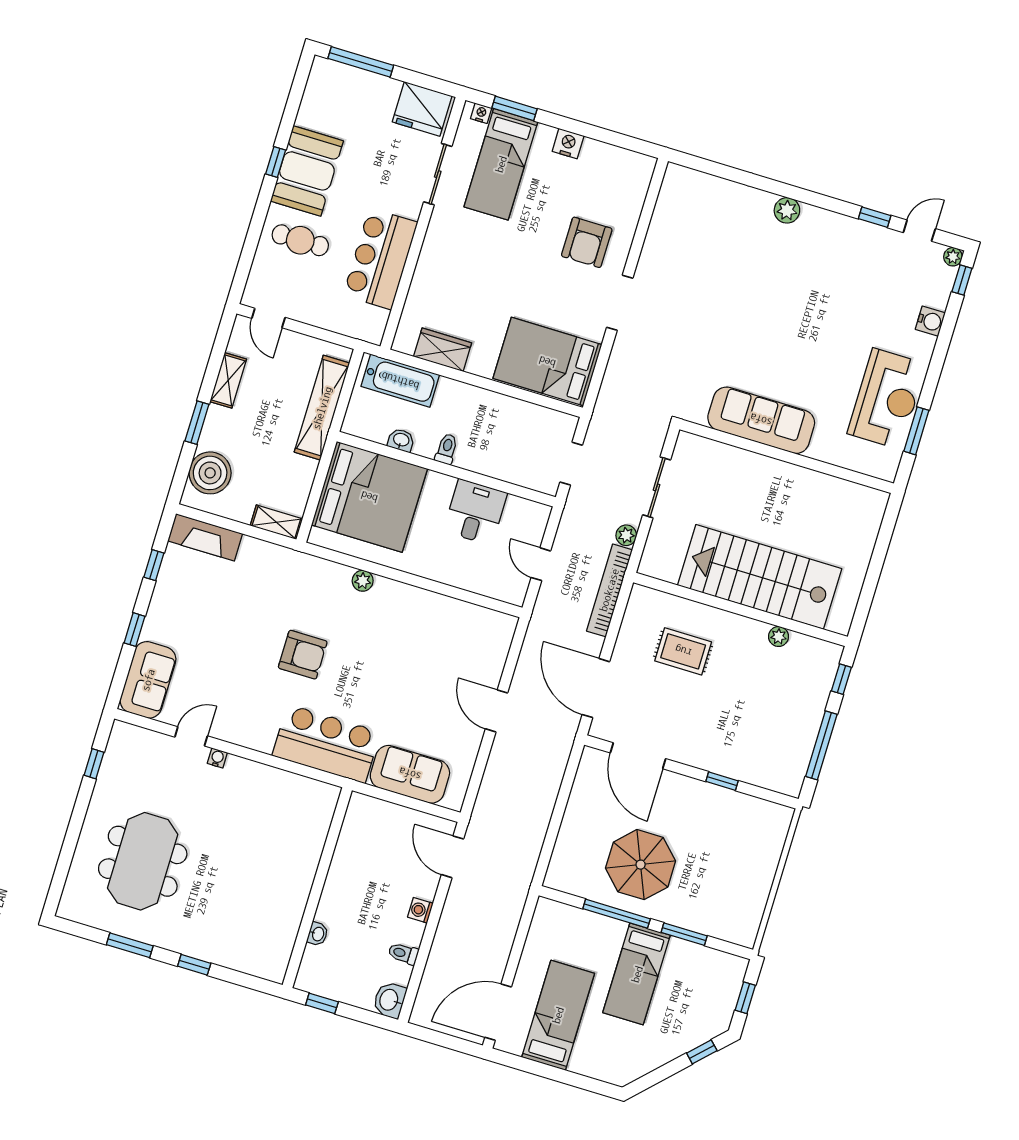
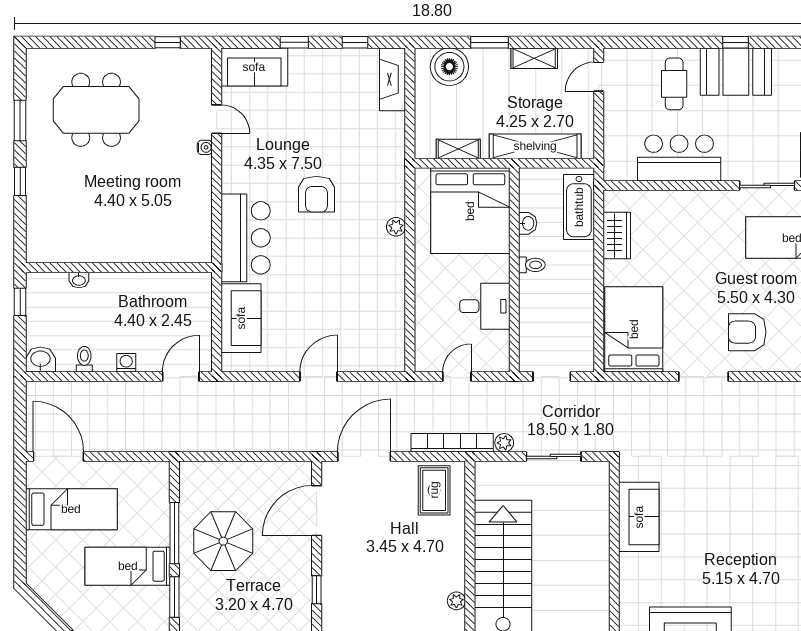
sofa: (761, 420) -> (639, 517), width x0.73
shelving: (276, 522) -> (458, 149), moved, turned 90
rug: (683, 651) -> (434, 490), moved

